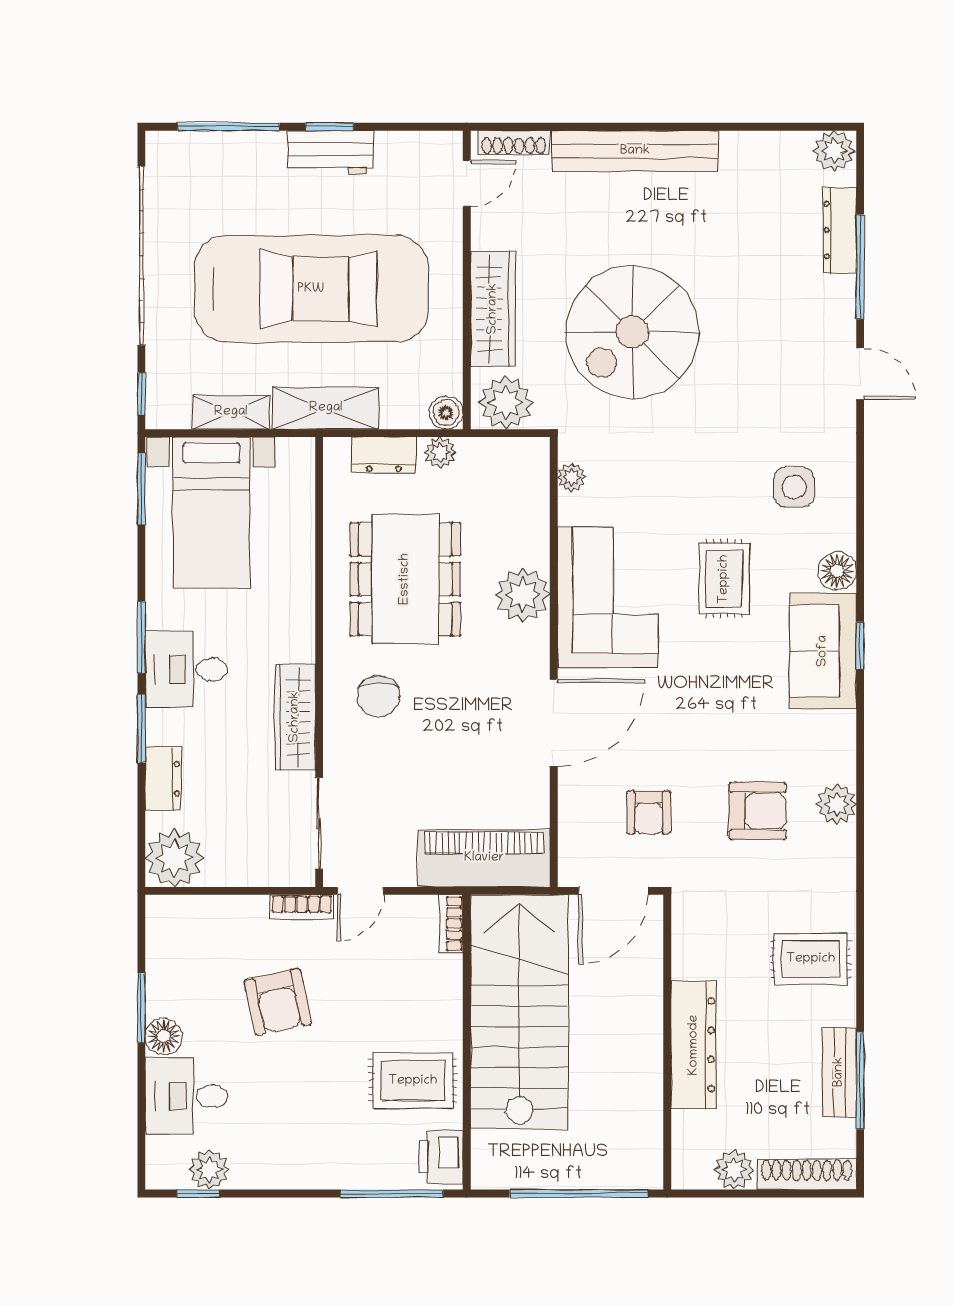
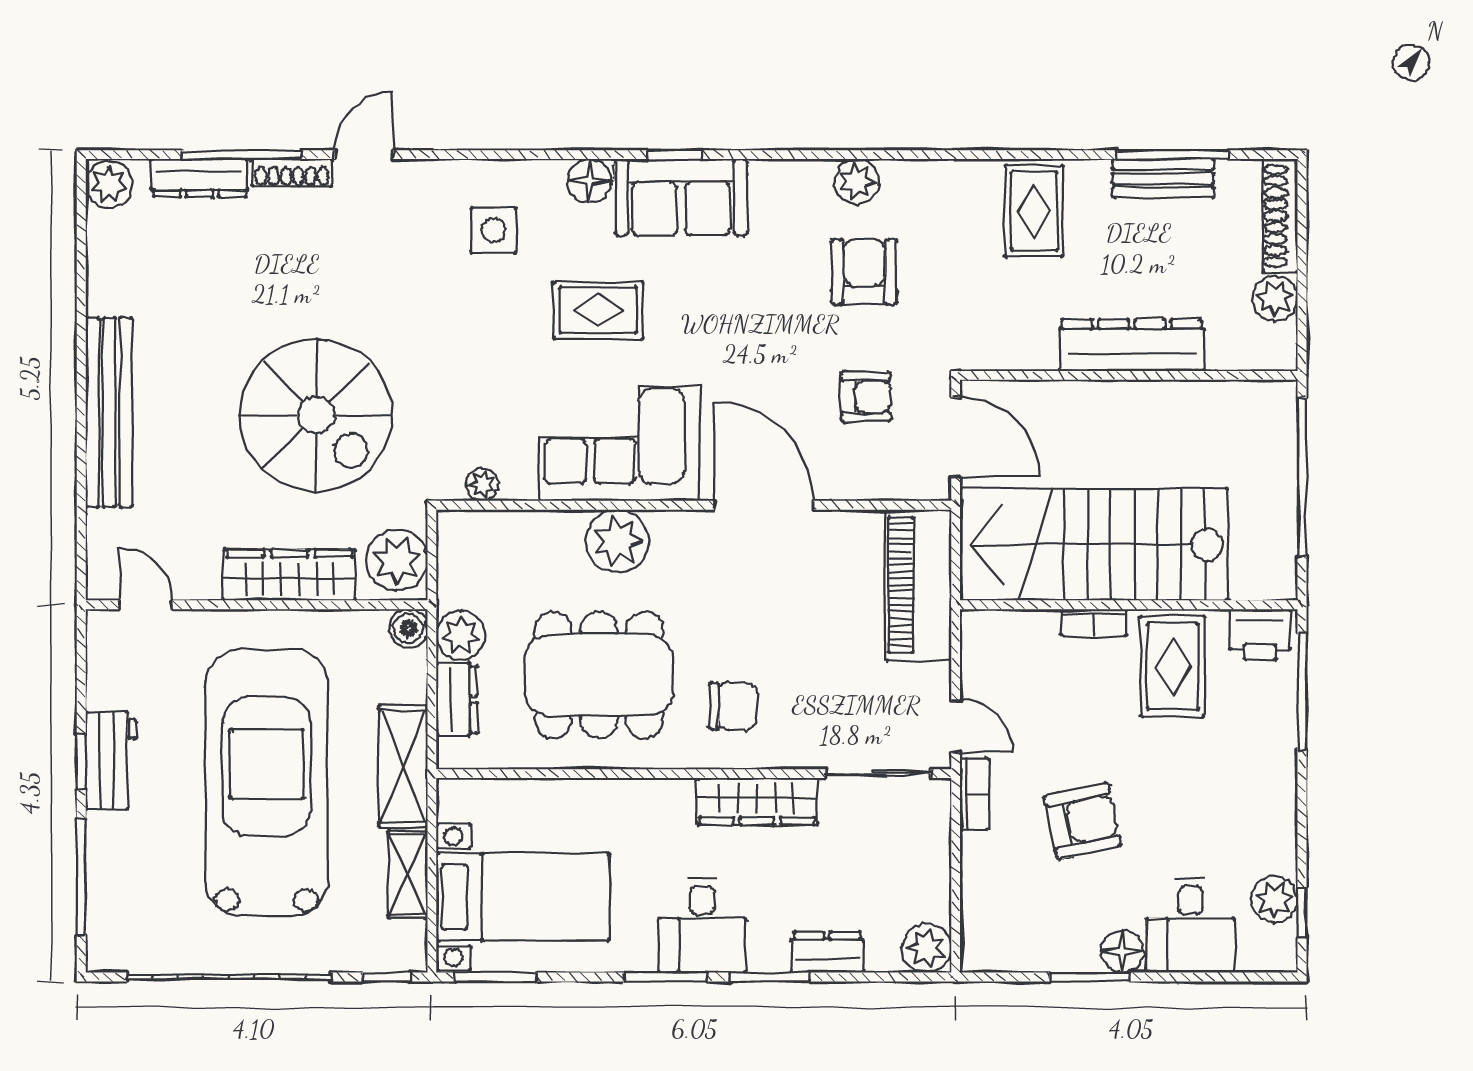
shoe rack: (514, 143) -> (292, 173), moved, turned 90
plant: (440, 453) -> (461, 635), width x1.38, depth x1.38
plant: (174, 858) -> (927, 948), width x0.73, depth x0.73
bookcase: (451, 924) -> (1094, 622), moved

